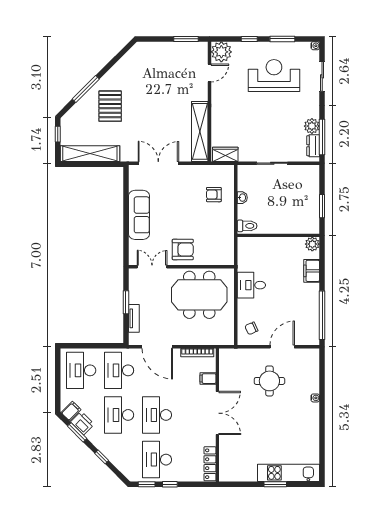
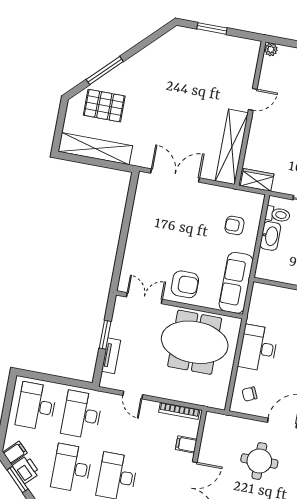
window: (186, 39) -> (212, 28), moved
plant: (221, 52) -> (271, 49), width x0.53, depth x0.53
door: (210, 73) -> (253, 99), moved
pallet: (110, 106) -> (104, 106), moved, turned 90
window: (58, 134) -> (61, 118), removed
washbasin: (242, 198) -> (270, 236), width x1.91, depth x1.45
sofa: (139, 215) -> (236, 283), moved, turned 180
toilet: (247, 226) -> (278, 214), moved
desk: (251, 285) -> (258, 348), width x1.37
door: (157, 347) -> (133, 395), width x0.53

